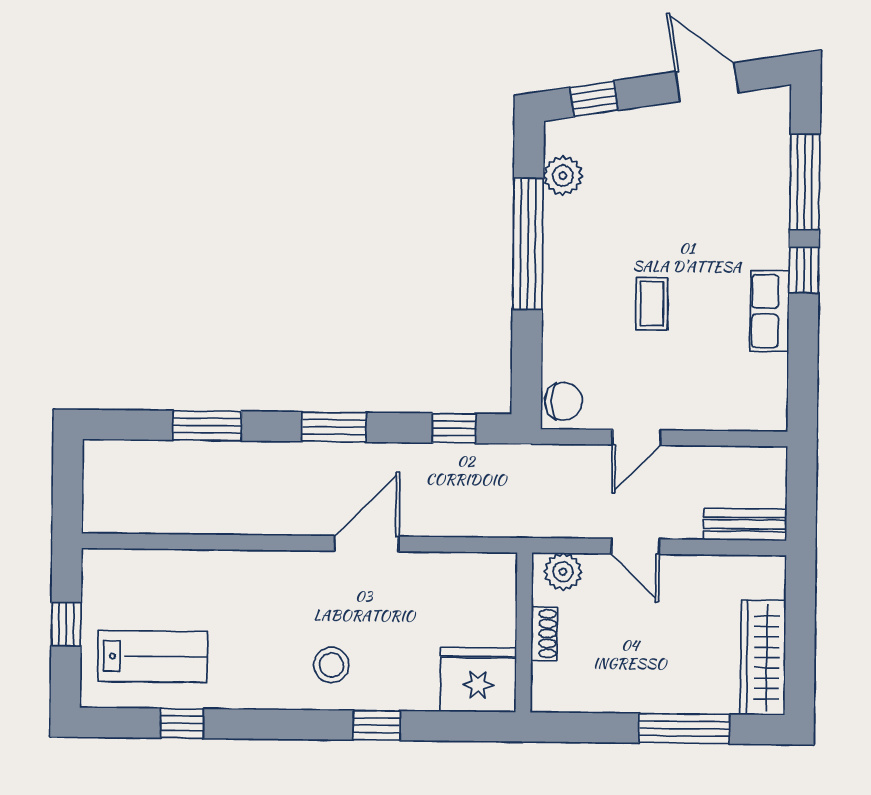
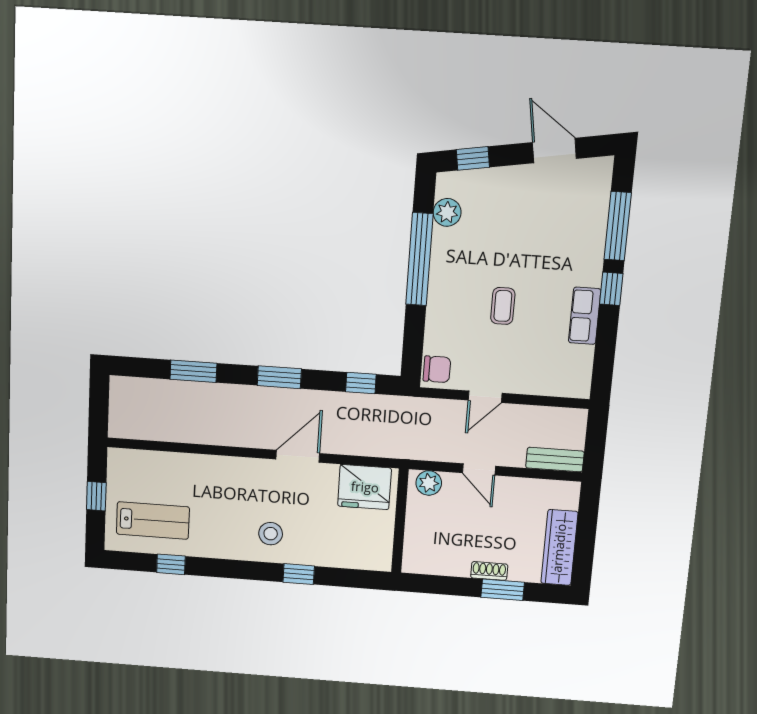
shoe rack: (544, 634) -> (489, 571), moved, turned -90
fridge: (478, 680) -> (365, 487), moved, turned 180
window: (684, 729) -> (503, 590), width x0.69

